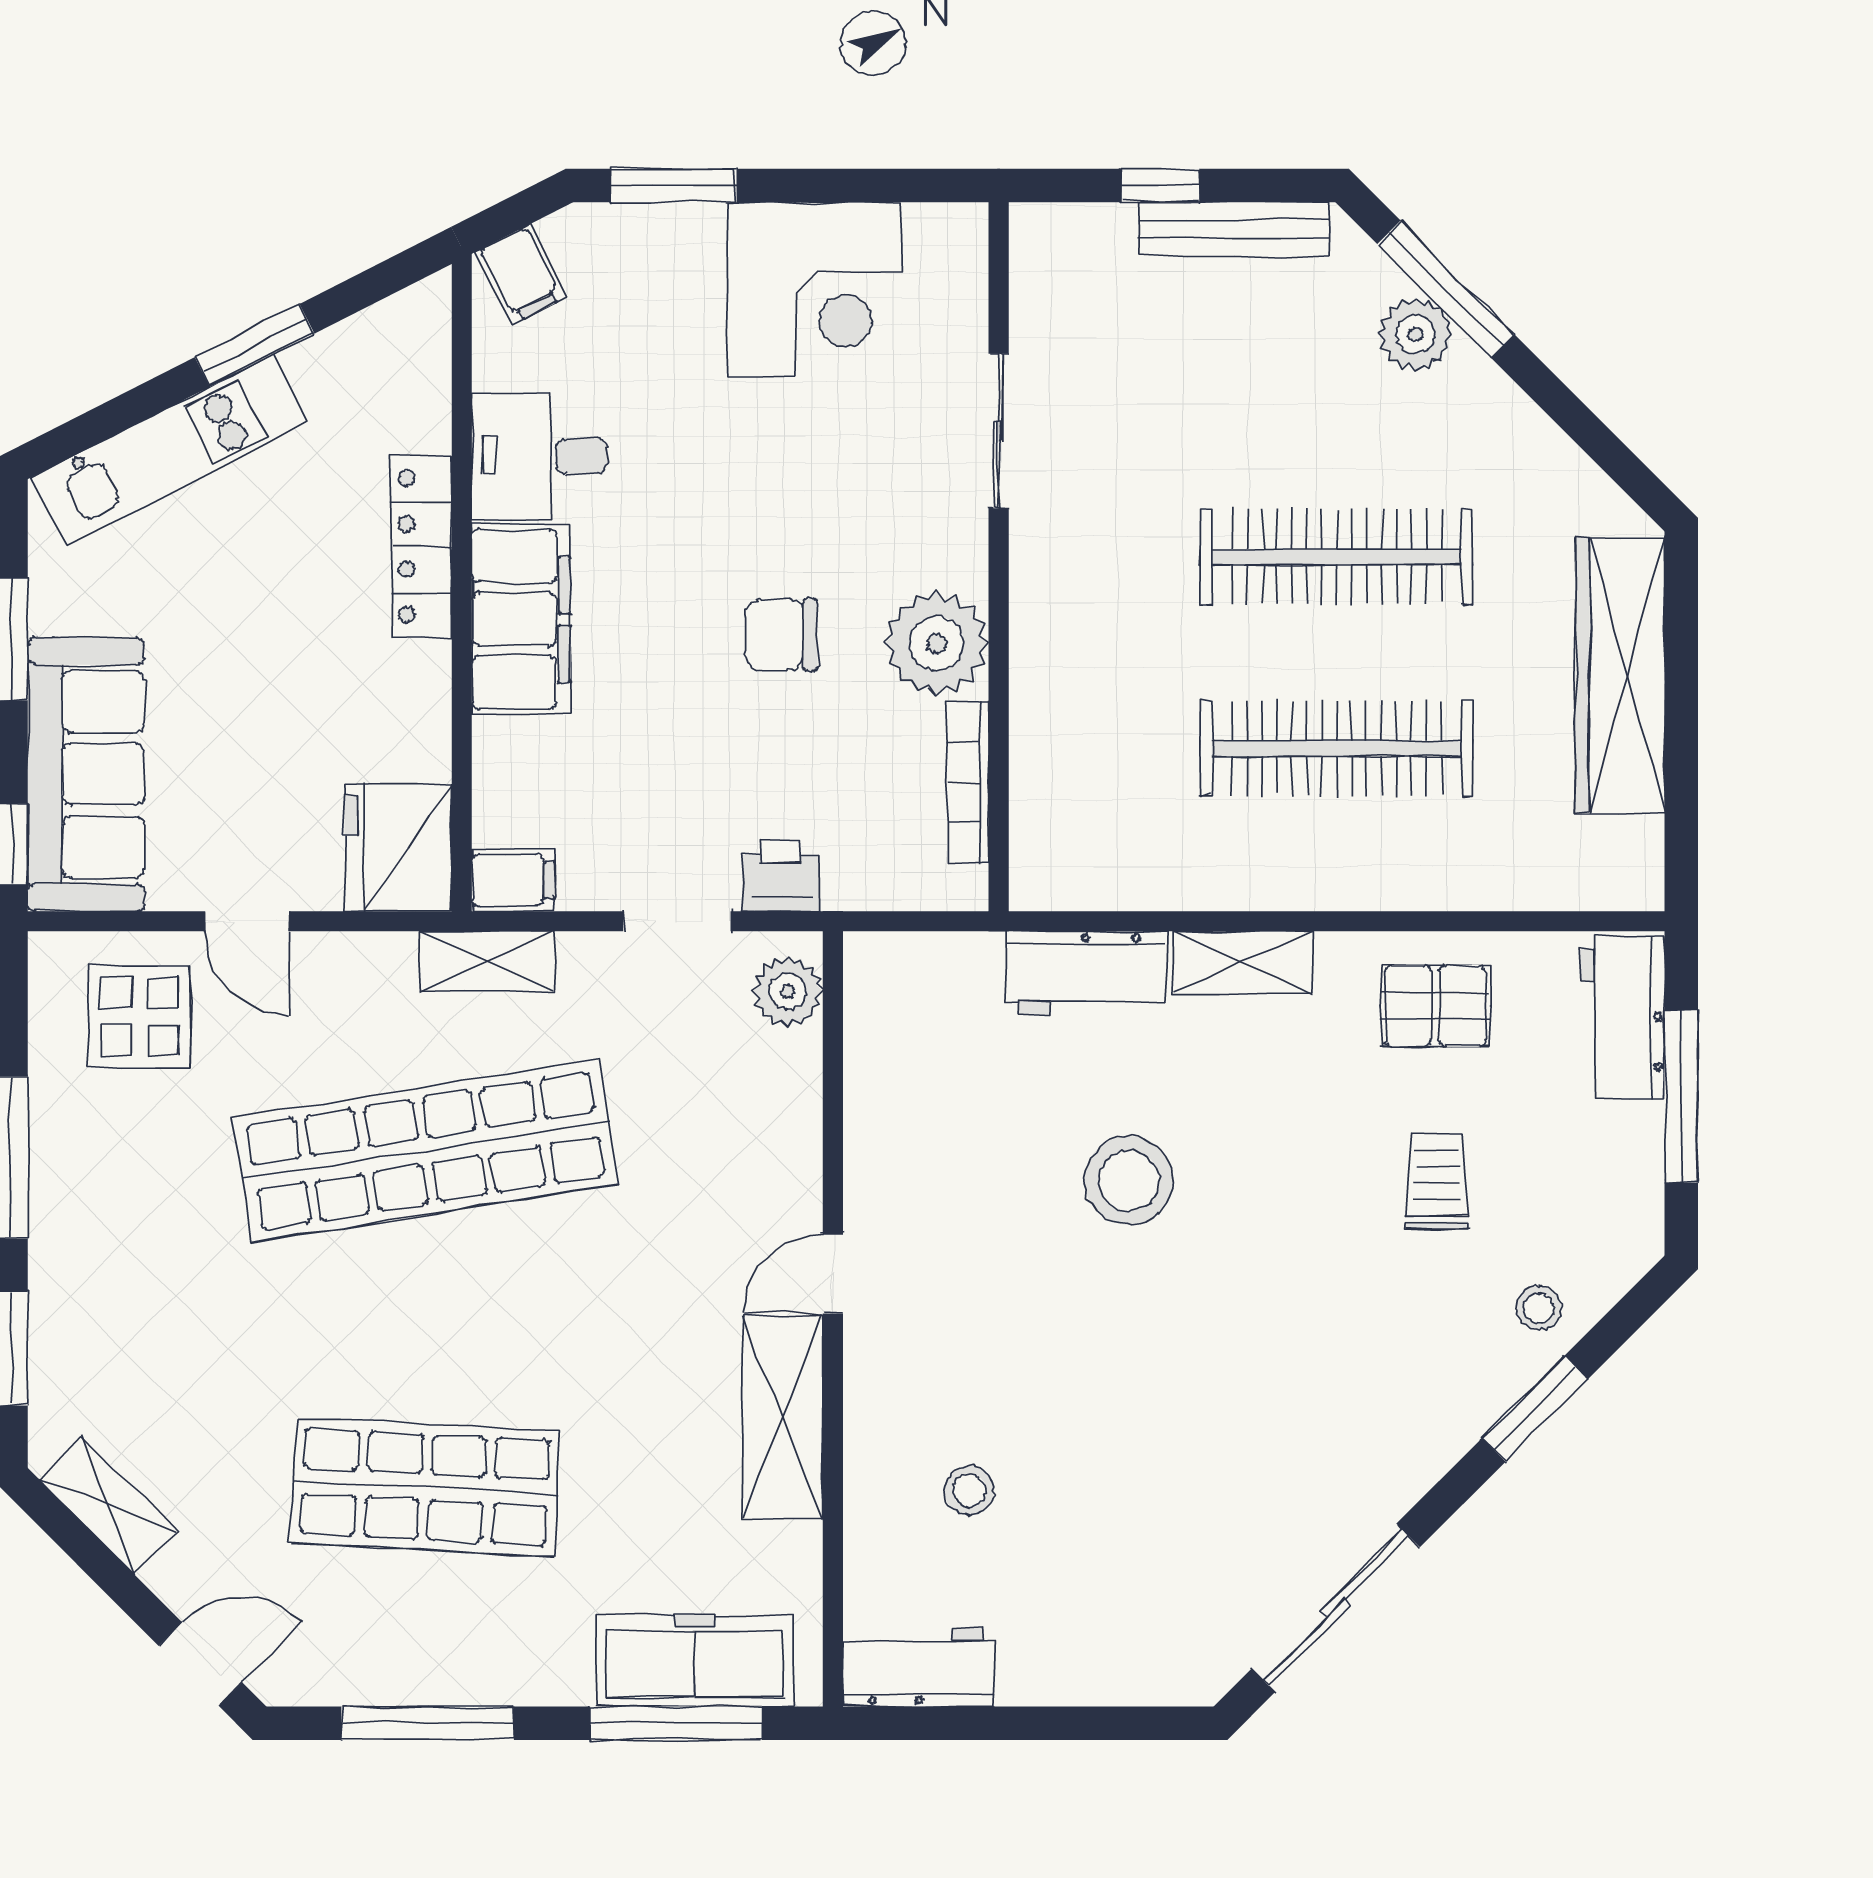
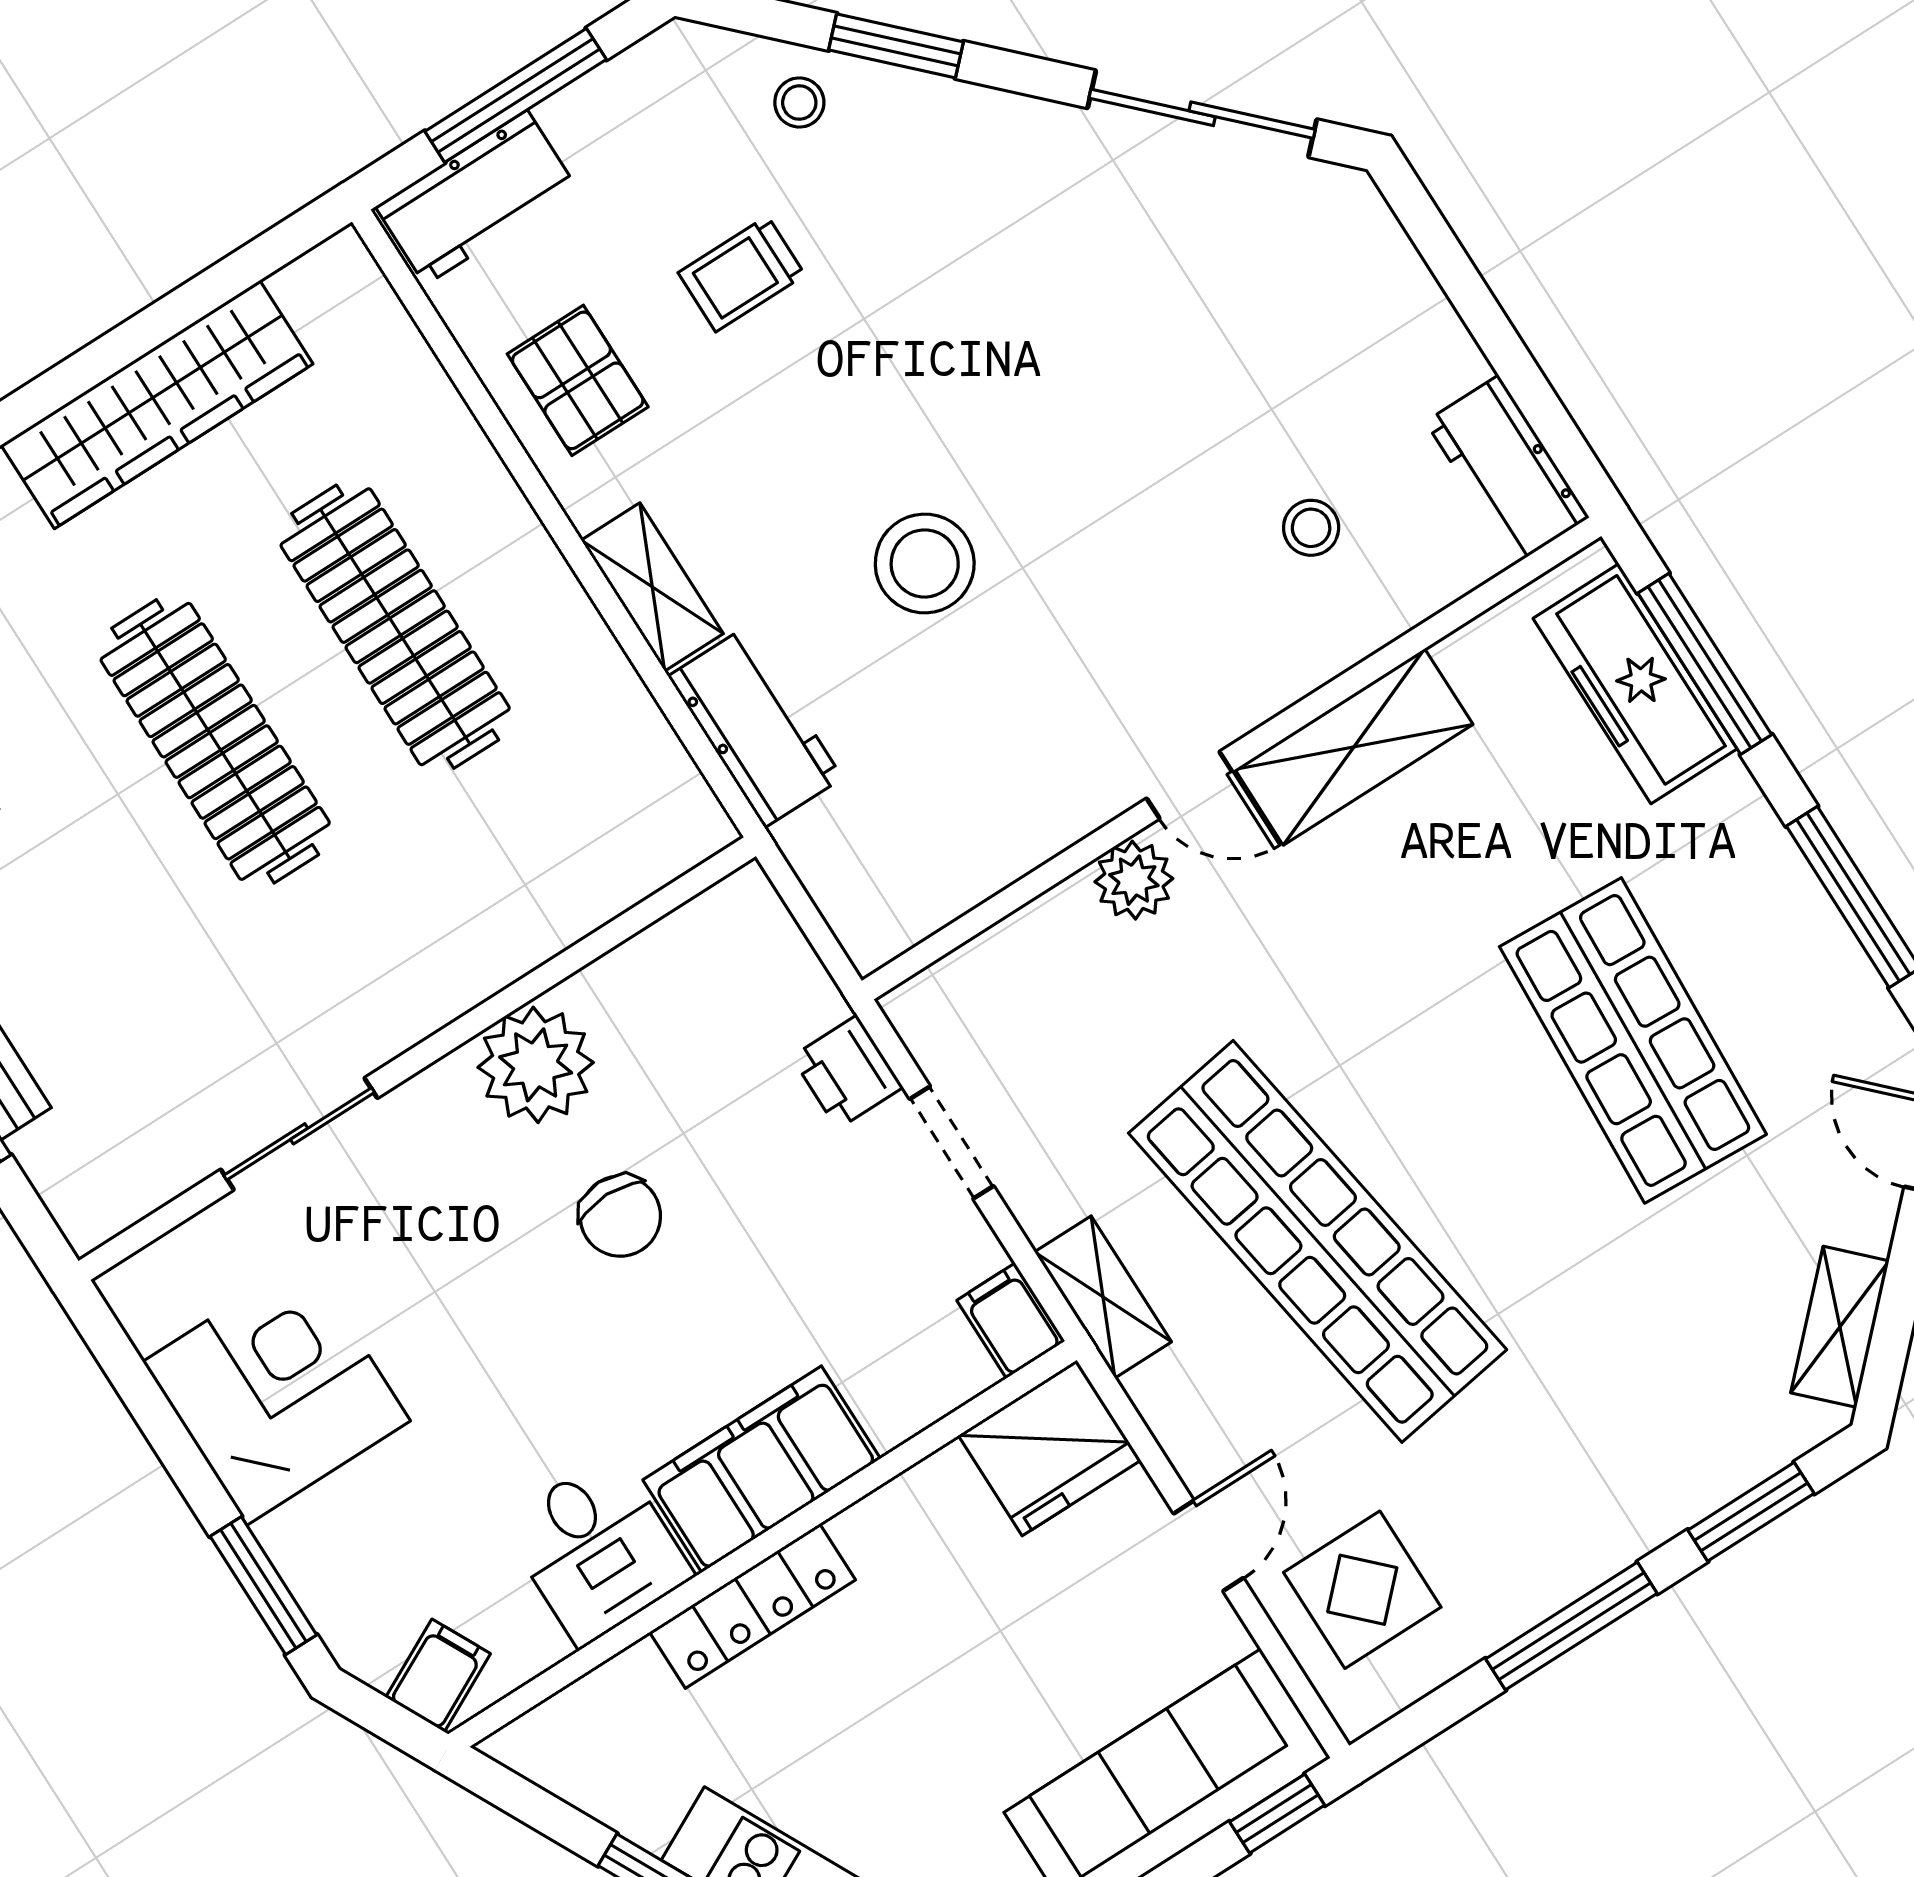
bookcase: (968, 782) -> (647, 953), removed
plant: (788, 991) -> (1134, 880), moved

